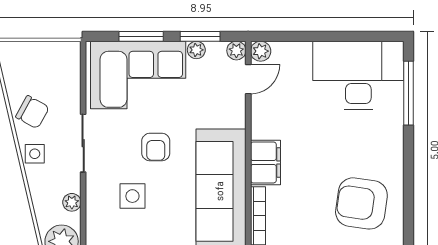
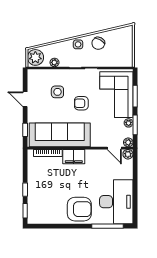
armchair: (361, 203) -> (79, 209), moved, turned 82

